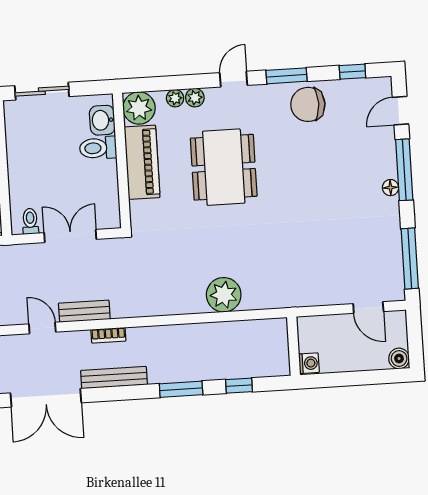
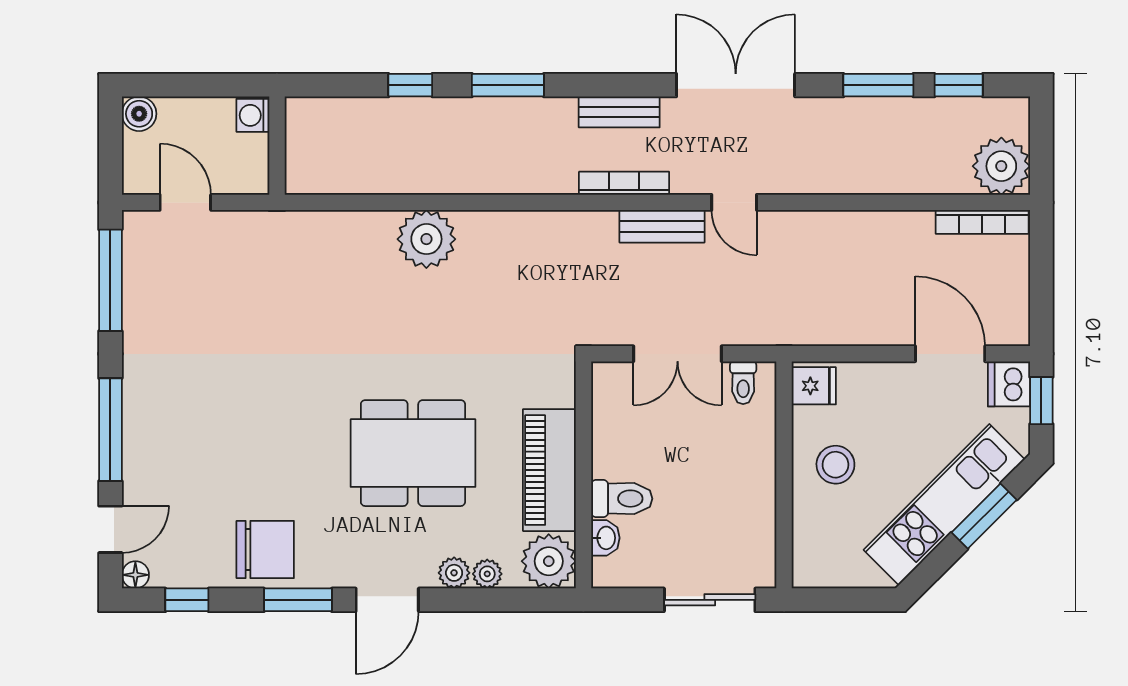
door: (234, 79) -> (387, 600), width x1.38
washbasin: (102, 120) -> (605, 538), width x0.72, depth x0.69
dining table: (224, 167) -> (413, 453), turned 90
floor lamp: (390, 188) -> (135, 575), moved
bookcase: (108, 335) -> (624, 183), width x1.56
wall: (293, 346) -> (277, 146), moved
washing machine: (309, 363) -> (253, 115), moved
bench: (114, 377) -> (619, 112), width x0.73

